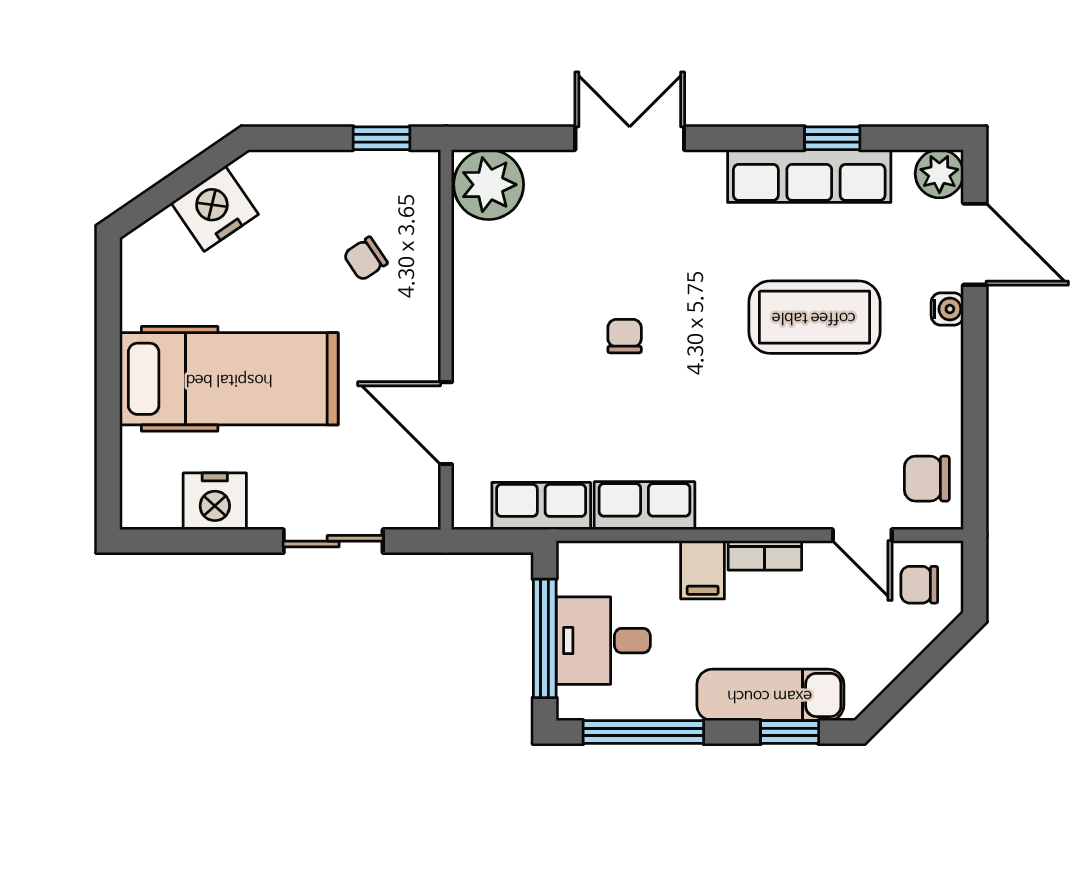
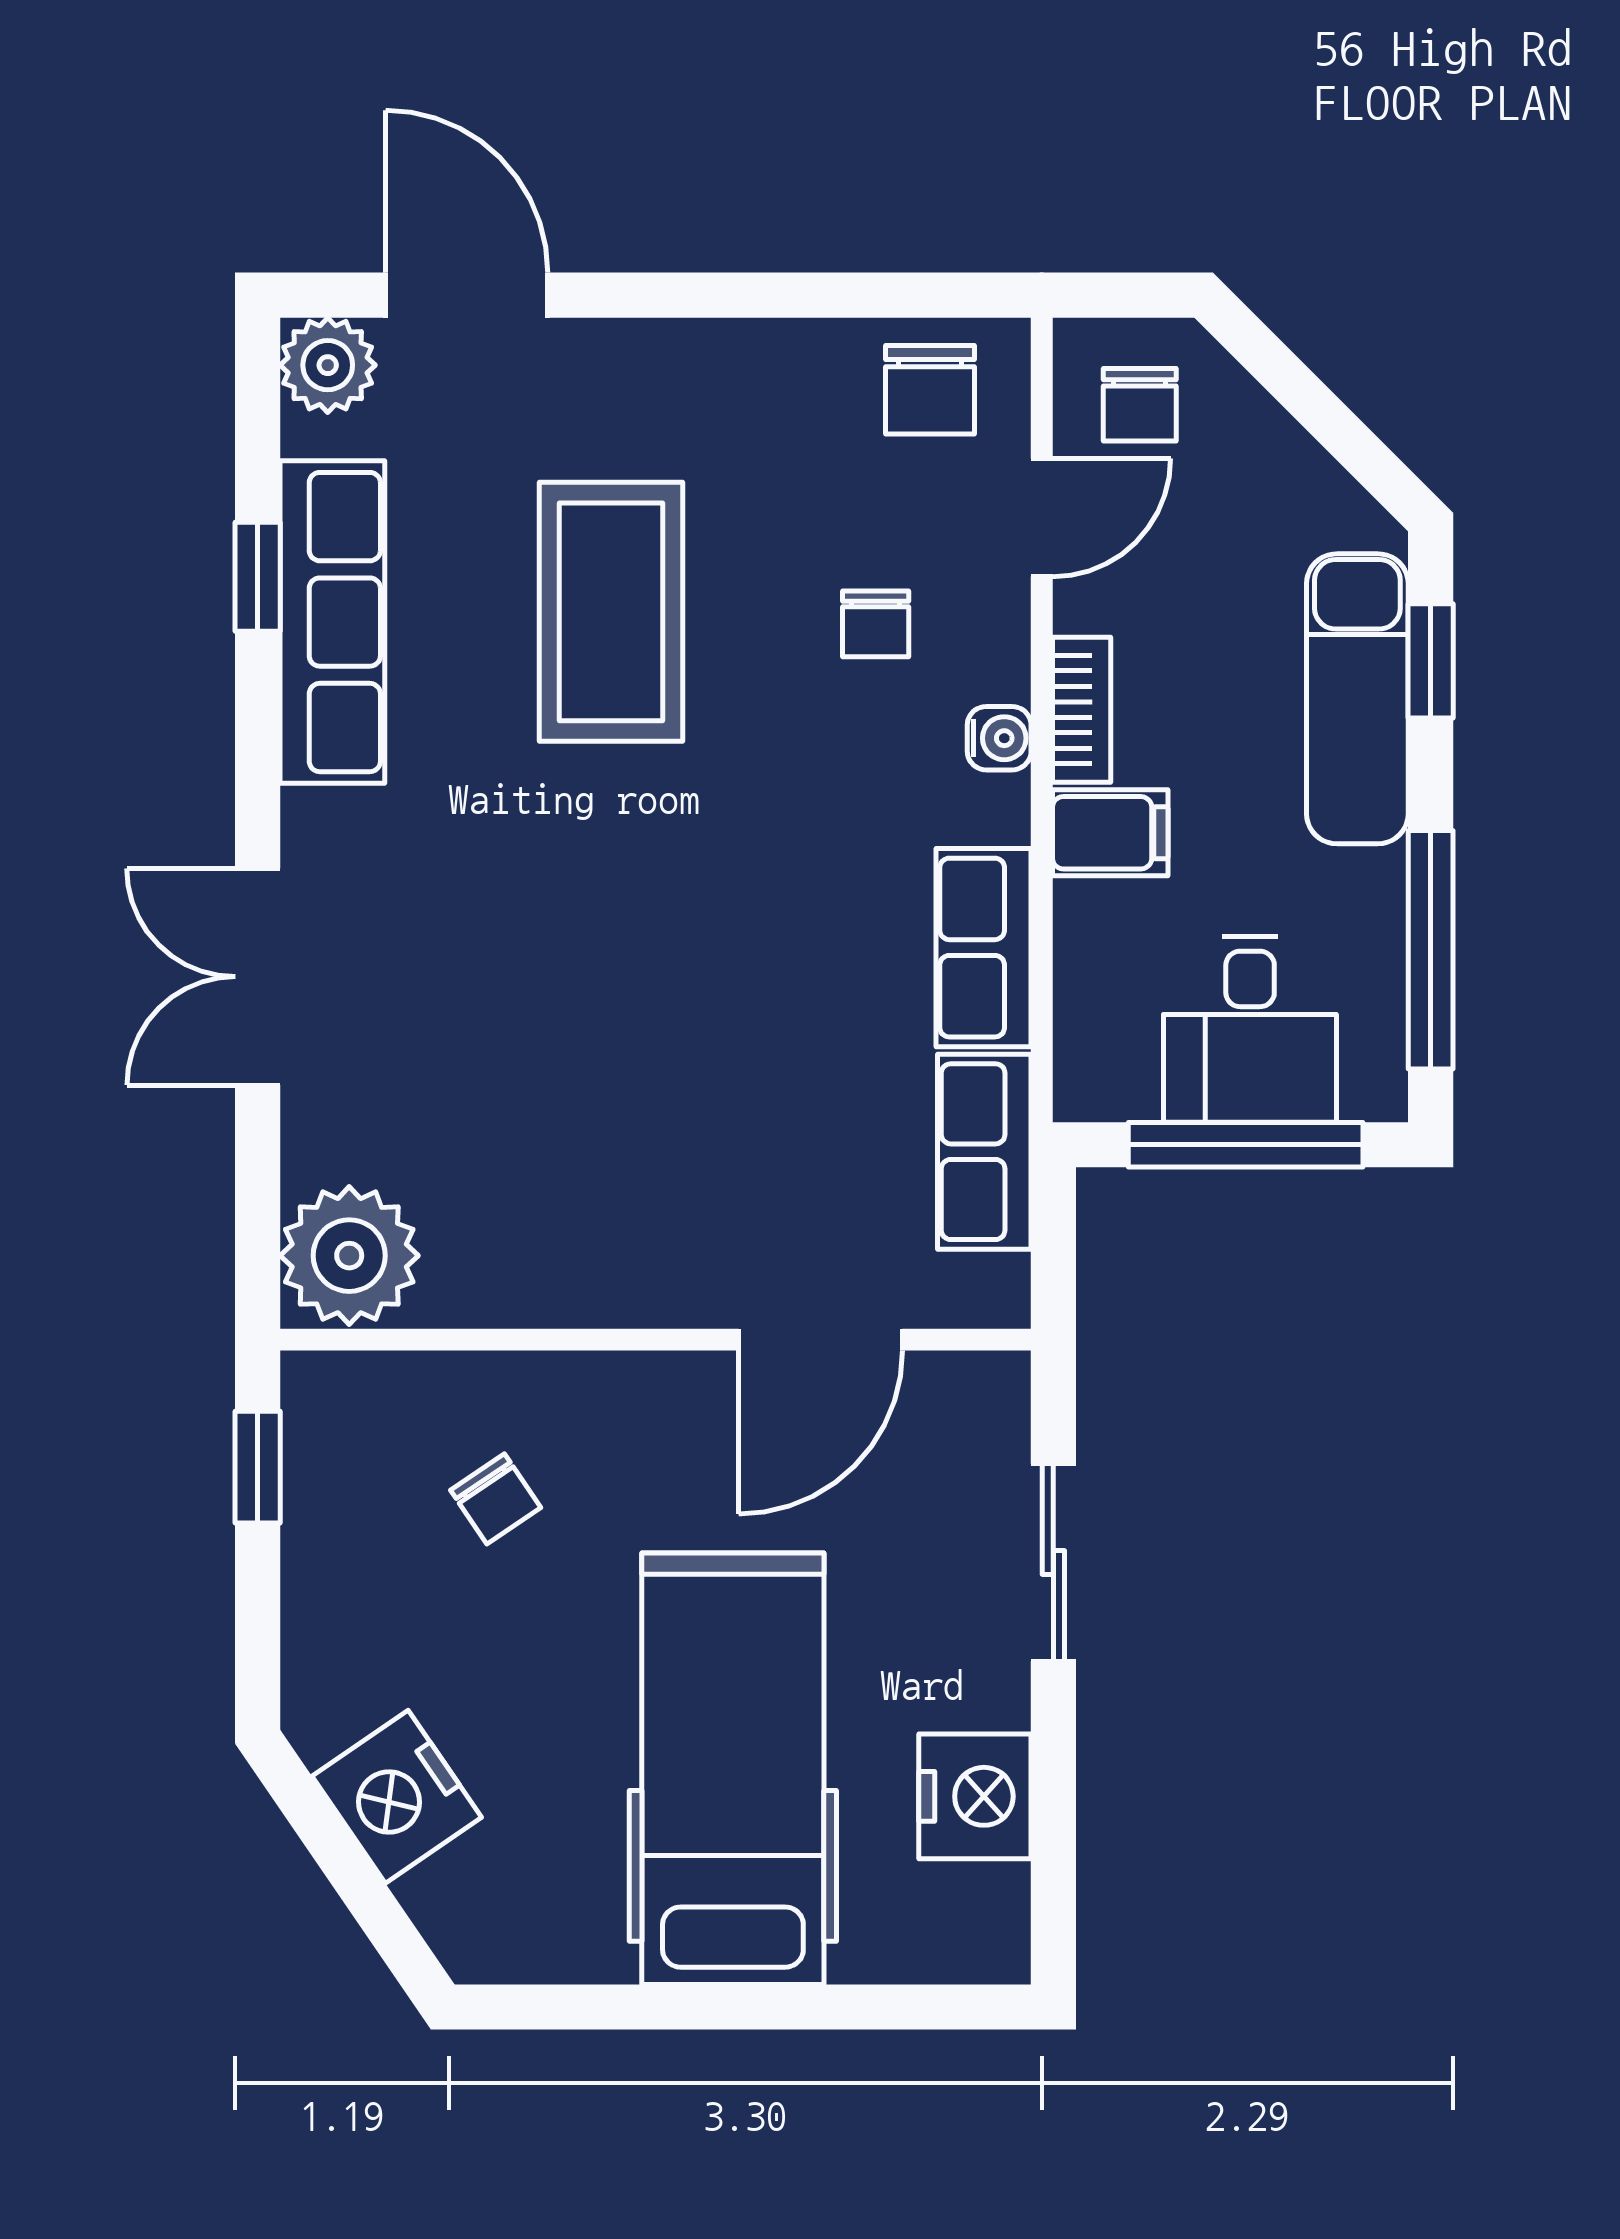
door: (975, 244) -> (467, 295), hinge flipped
water cooler: (947, 309) -> (999, 738), moved, turned 90
chair: (625, 336) -> (876, 624), moved, turned -90

